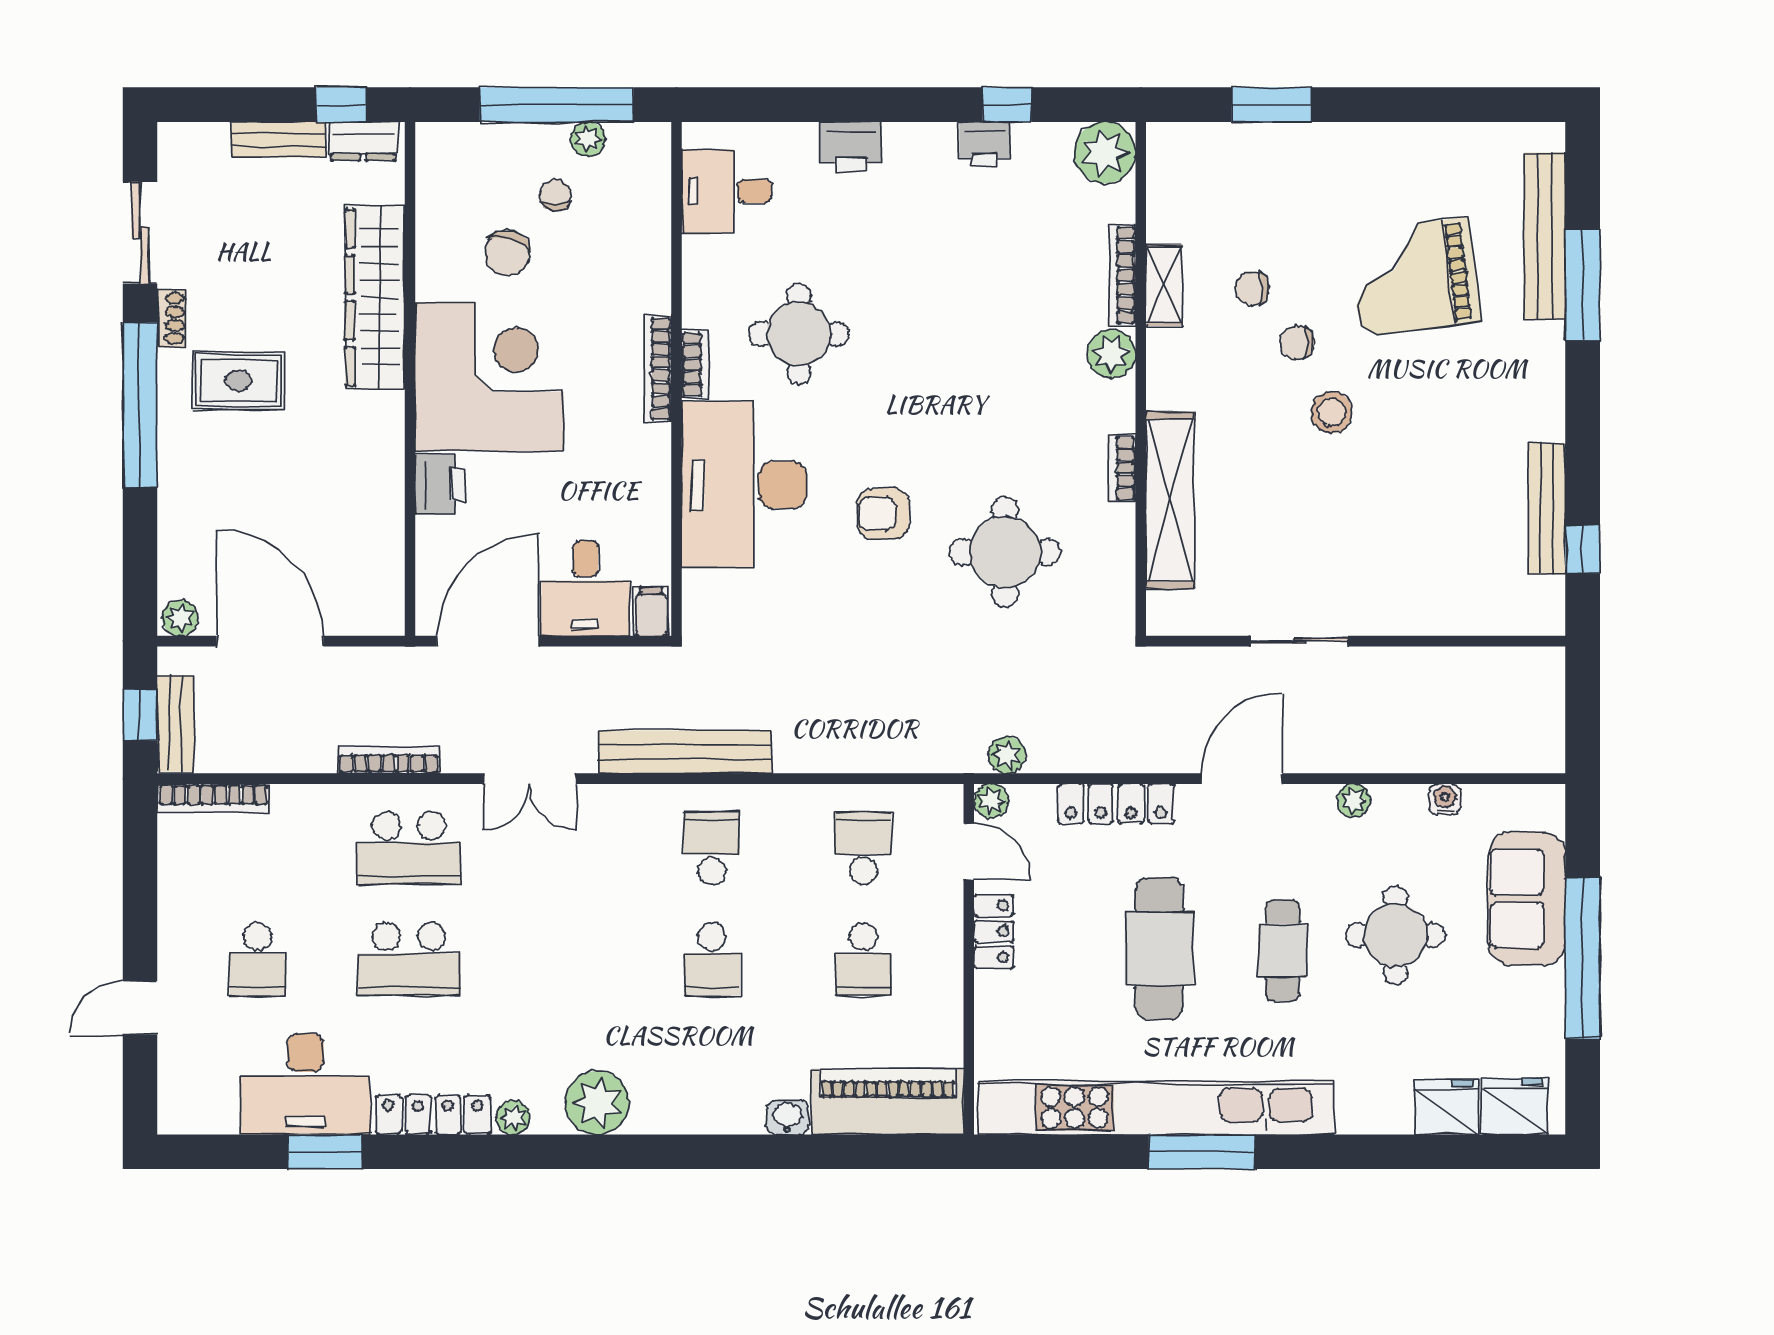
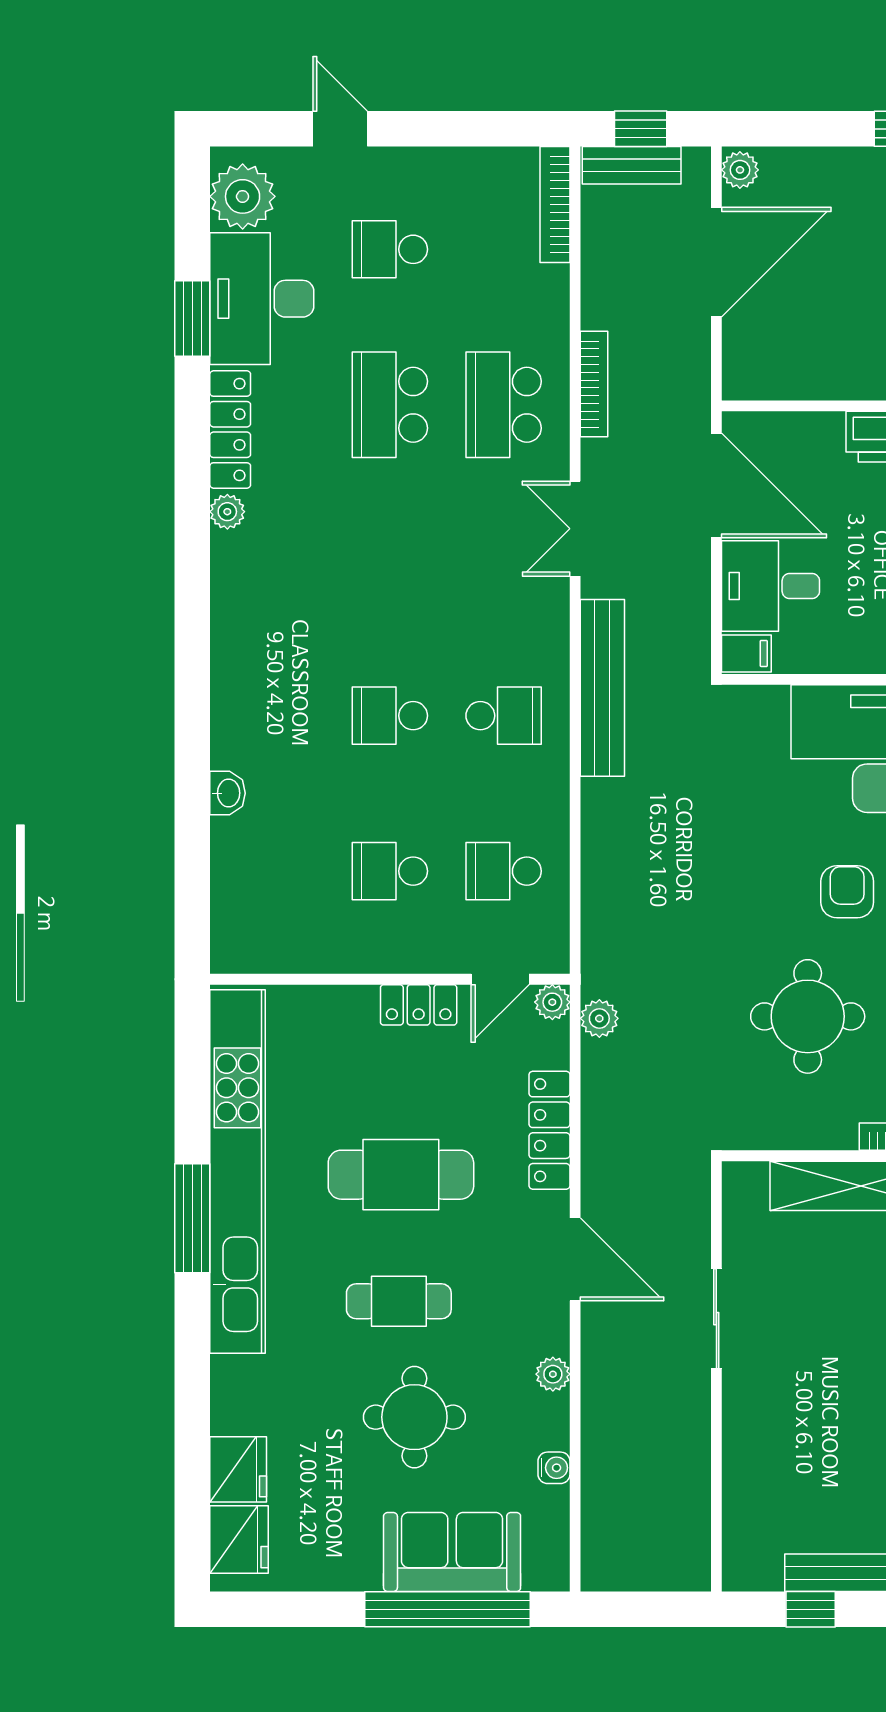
school desk: (863, 848) -> (504, 871), turned 180
window: (1583, 958) -> (447, 1609), moved
piano: (888, 1102) -> (244, 896), removed
plant: (597, 1103) -> (243, 196), moved

